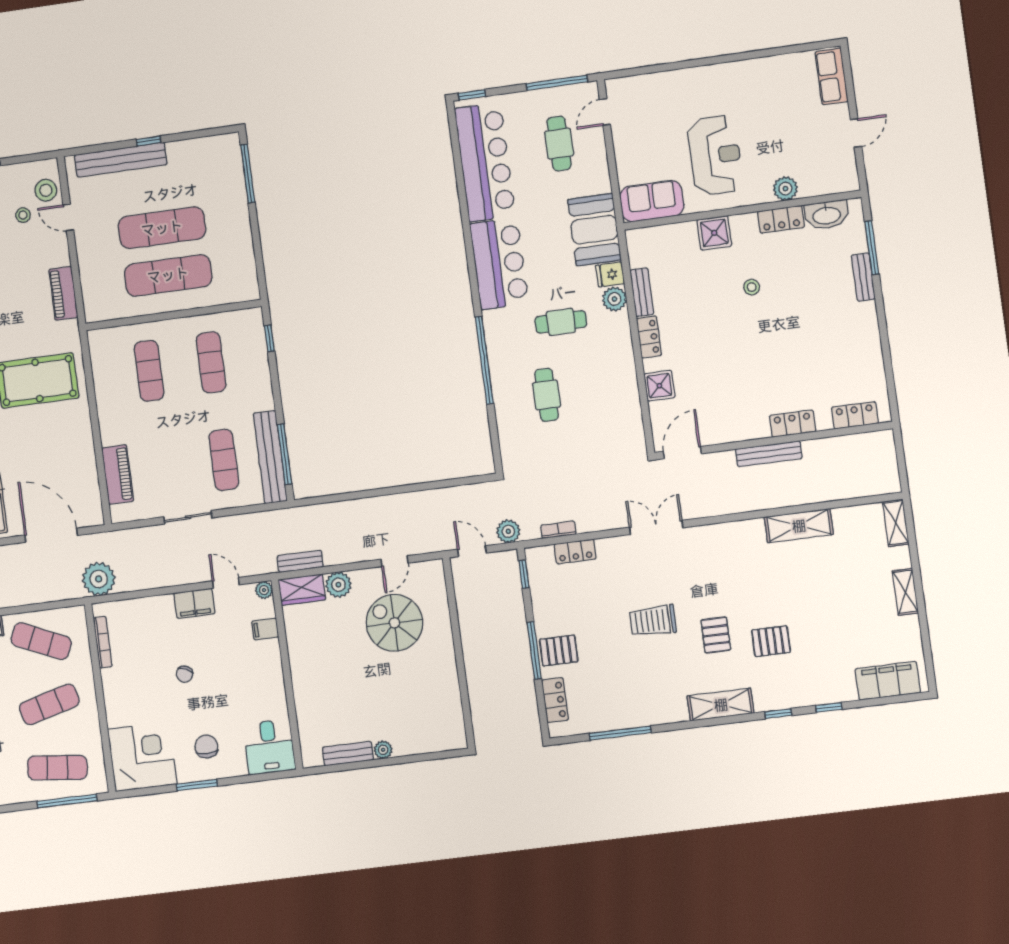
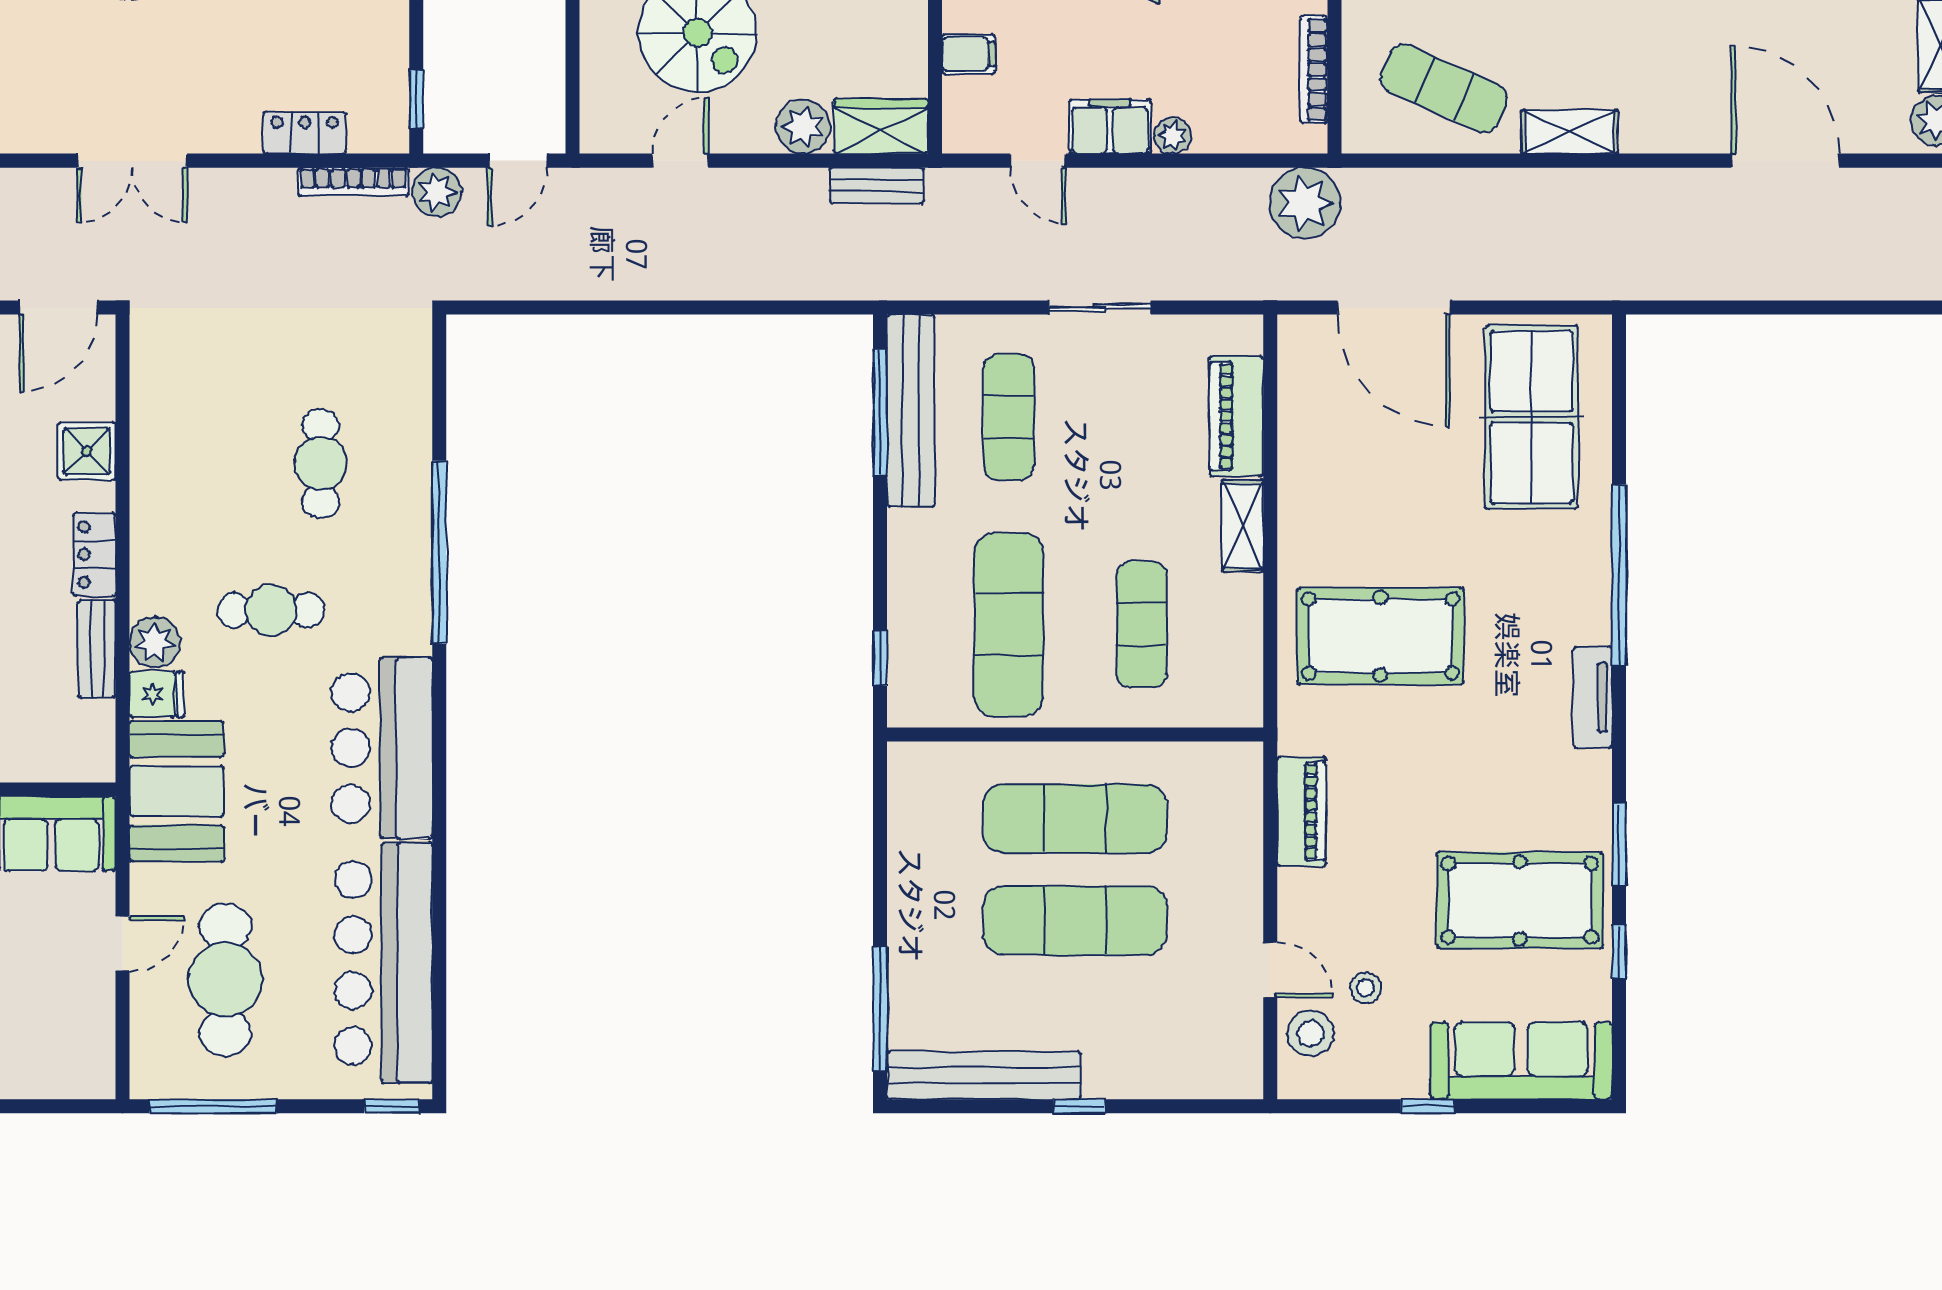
door: (605, 112) -> (123, 944), moved
cafe table: (559, 144) -> (225, 980), width x1.37, depth x1.35
bench: (121, 160) -> (984, 1075), moved
exercise mat: (211, 362) -> (1009, 625), width x1.36, depth x1.45
shelving: (108, 424) -> (1243, 526), added
bookcase: (558, 530) -> (353, 182), width x1.56
door: (472, 551) -> (517, 161), hinge flipped
plant: (264, 590) -> (1173, 135), moved

